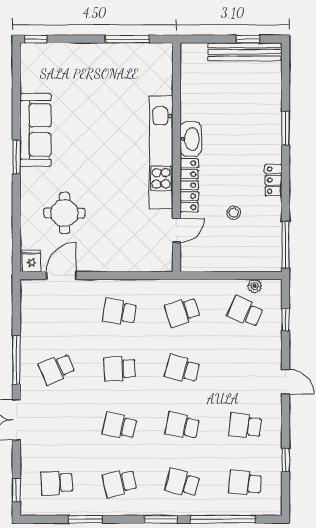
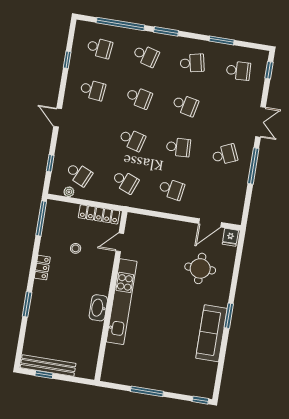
window: (127, 39) -> (147, 391), moved
locker: (189, 185) -> (99, 214), moved, turned -90
school desk: (182, 312) -> (125, 182), turned 39

